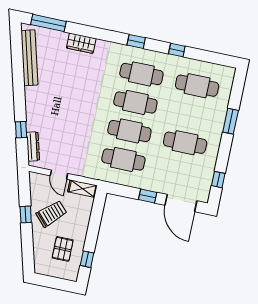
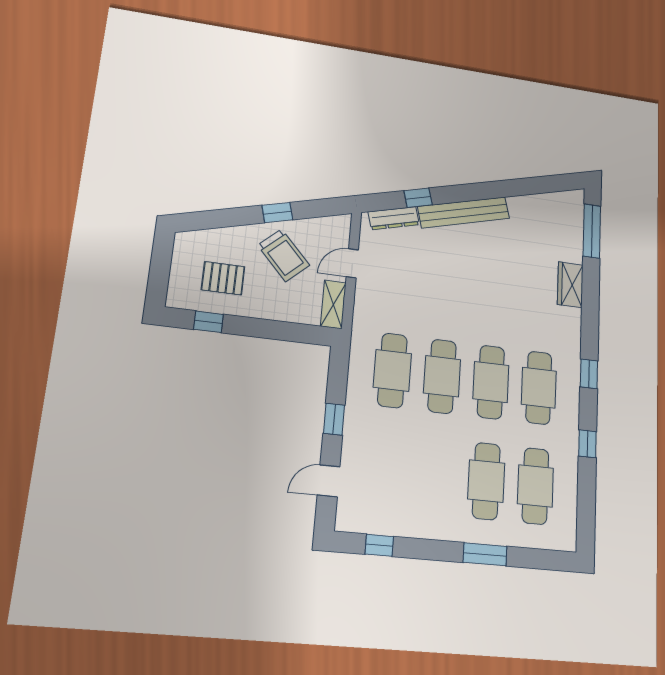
bench: (29, 58) -> (464, 212), moved
cafe table: (185, 143) -> (486, 481), moved
door: (181, 203) -> (329, 481), width x0.53

